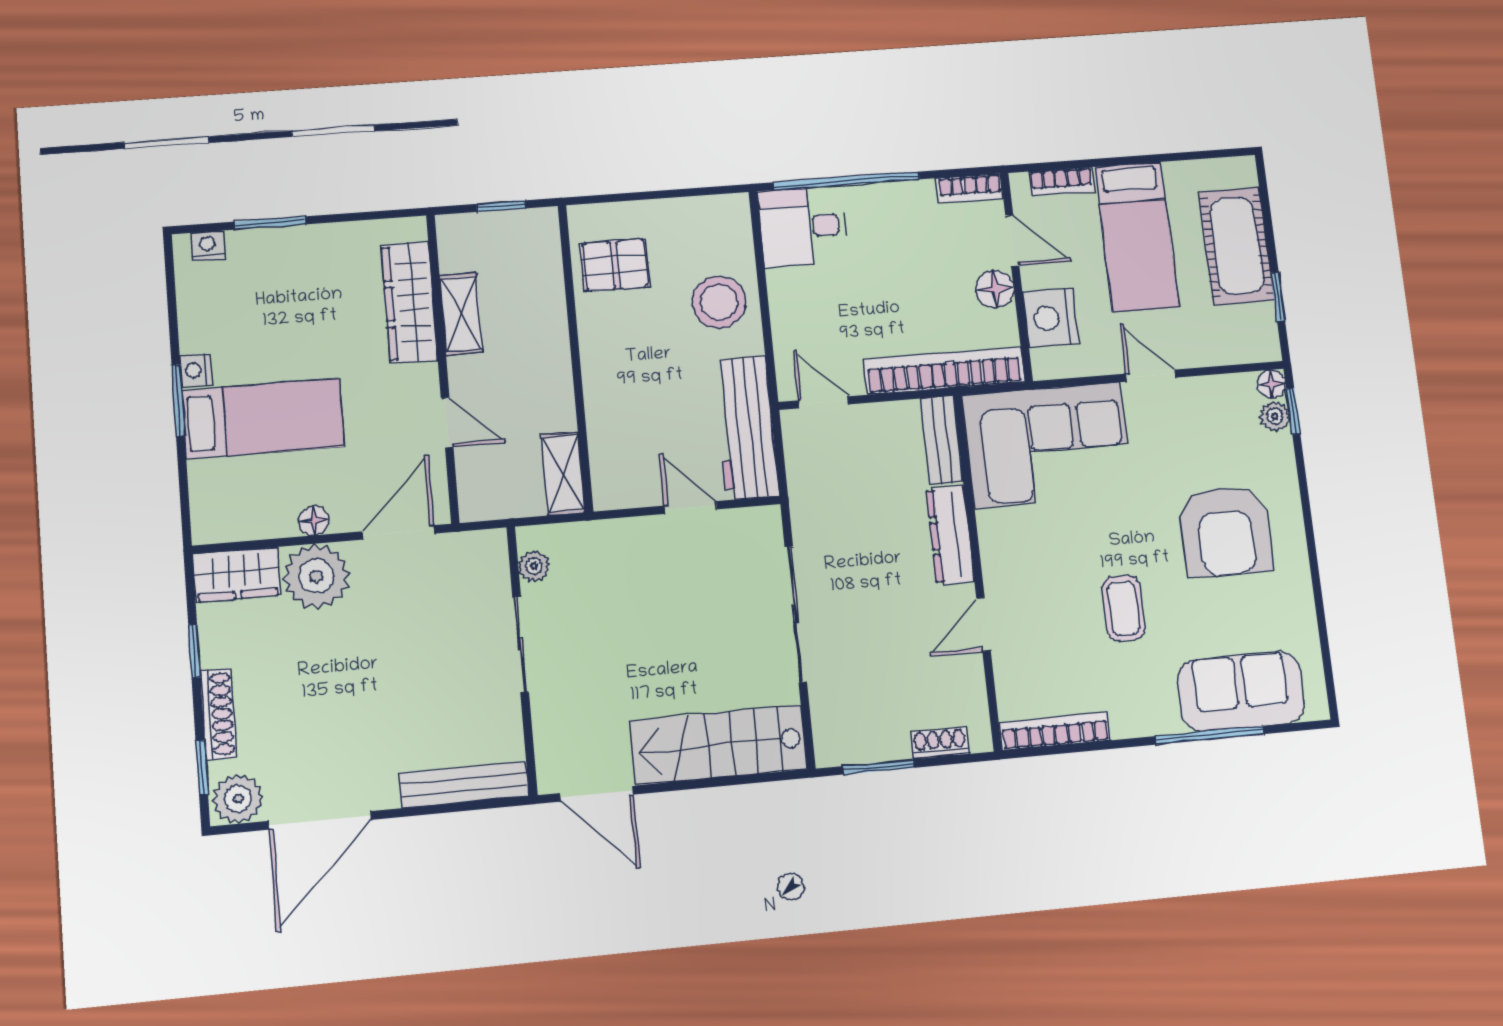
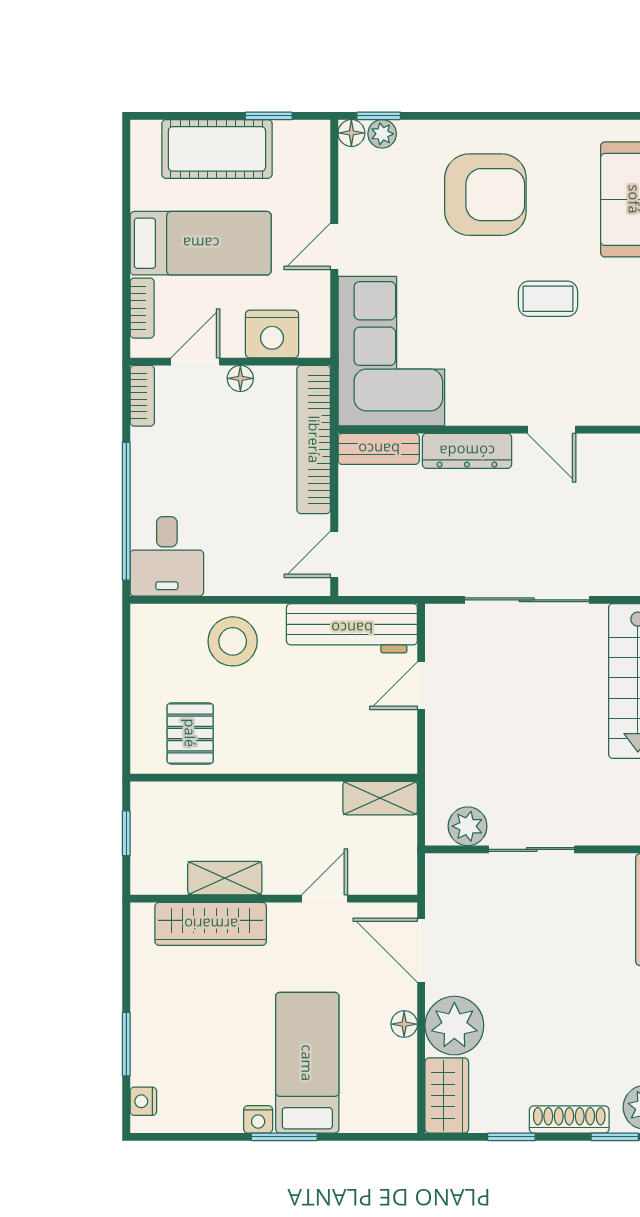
floor lamp: (995, 289) -> (240, 378), width x0.73, depth x0.73
plant: (534, 566) -> (468, 826), width x1.38, depth x1.38

